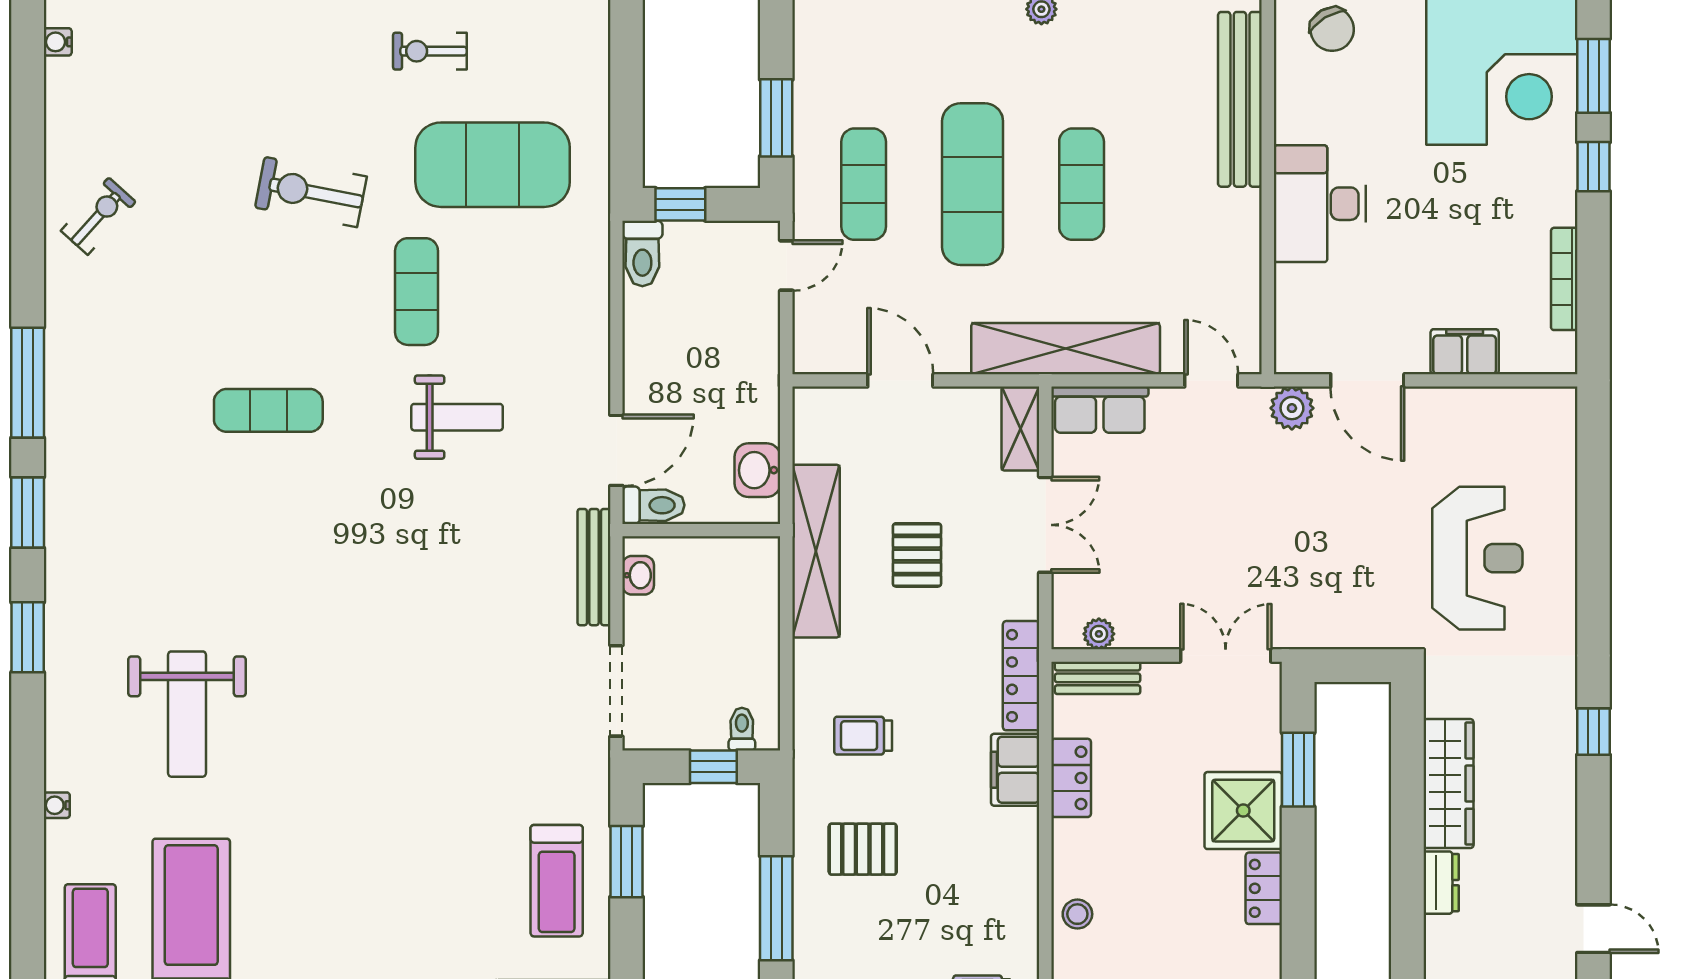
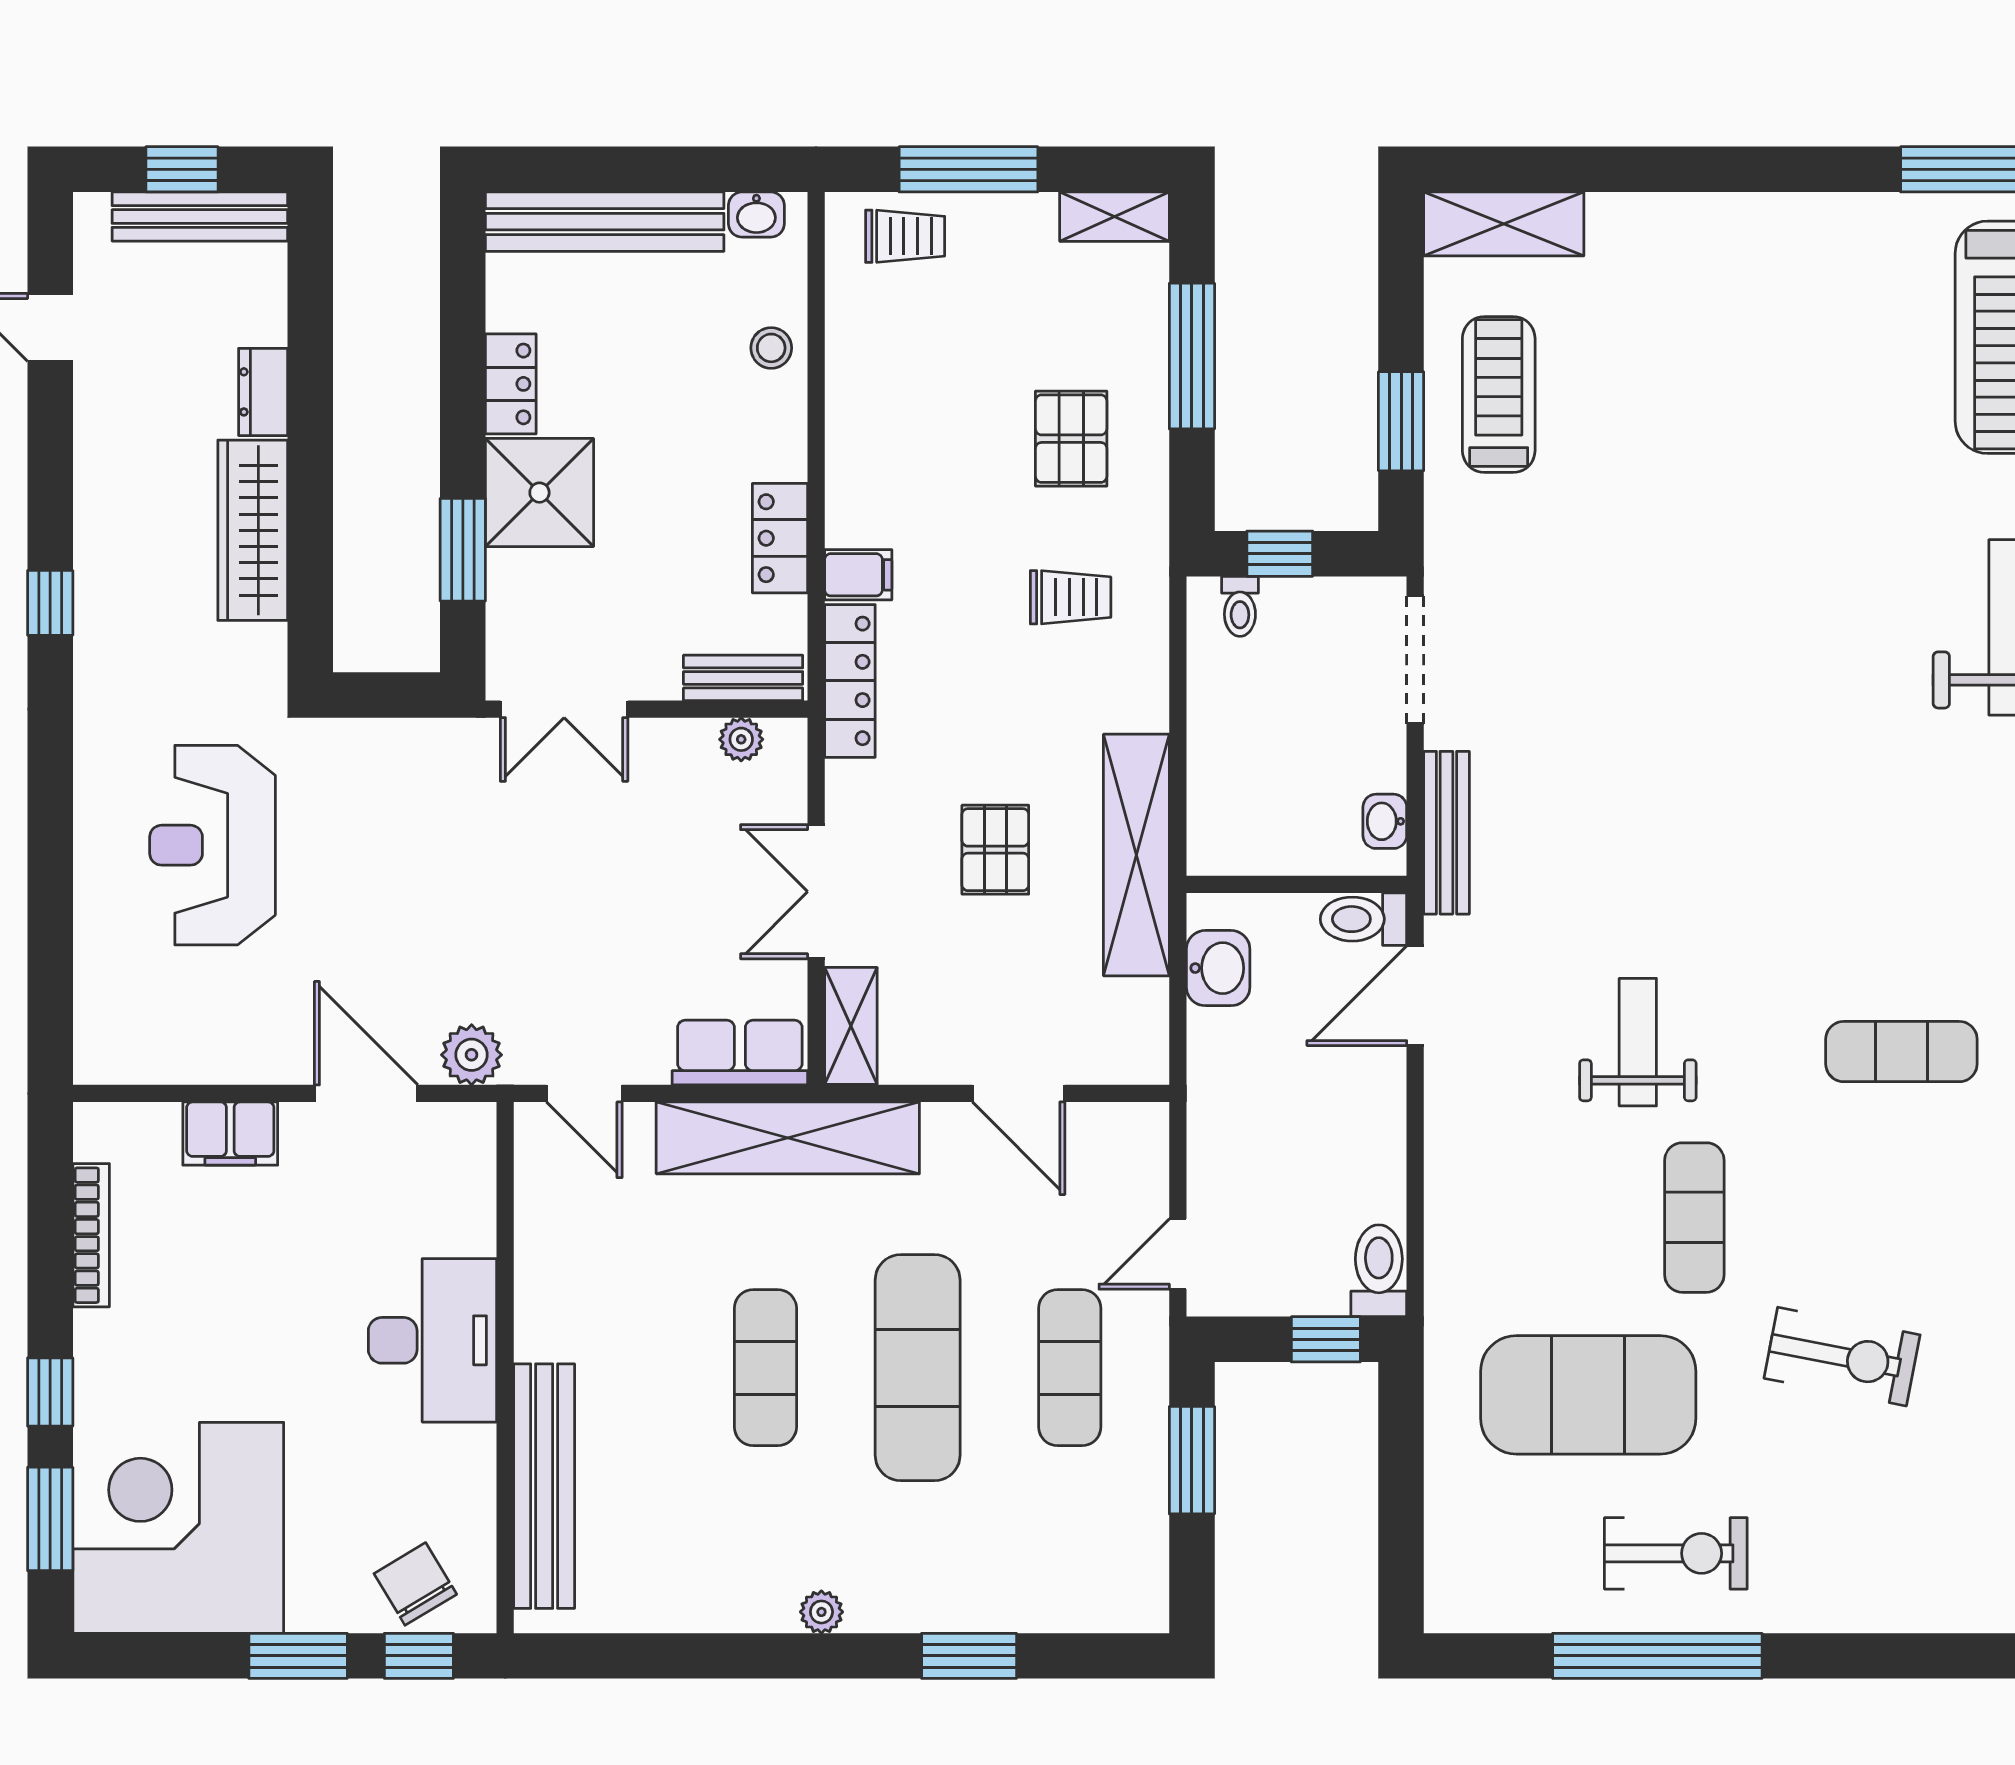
exercise bike: (430, 51) -> (1676, 1553), width x1.38, depth x1.39
weight bench: (457, 417) -> (1638, 1042), turned 90
filing cabinet: (1015, 770) -> (858, 575), width x0.50
pallet: (863, 849) -> (1071, 439), turned 90

